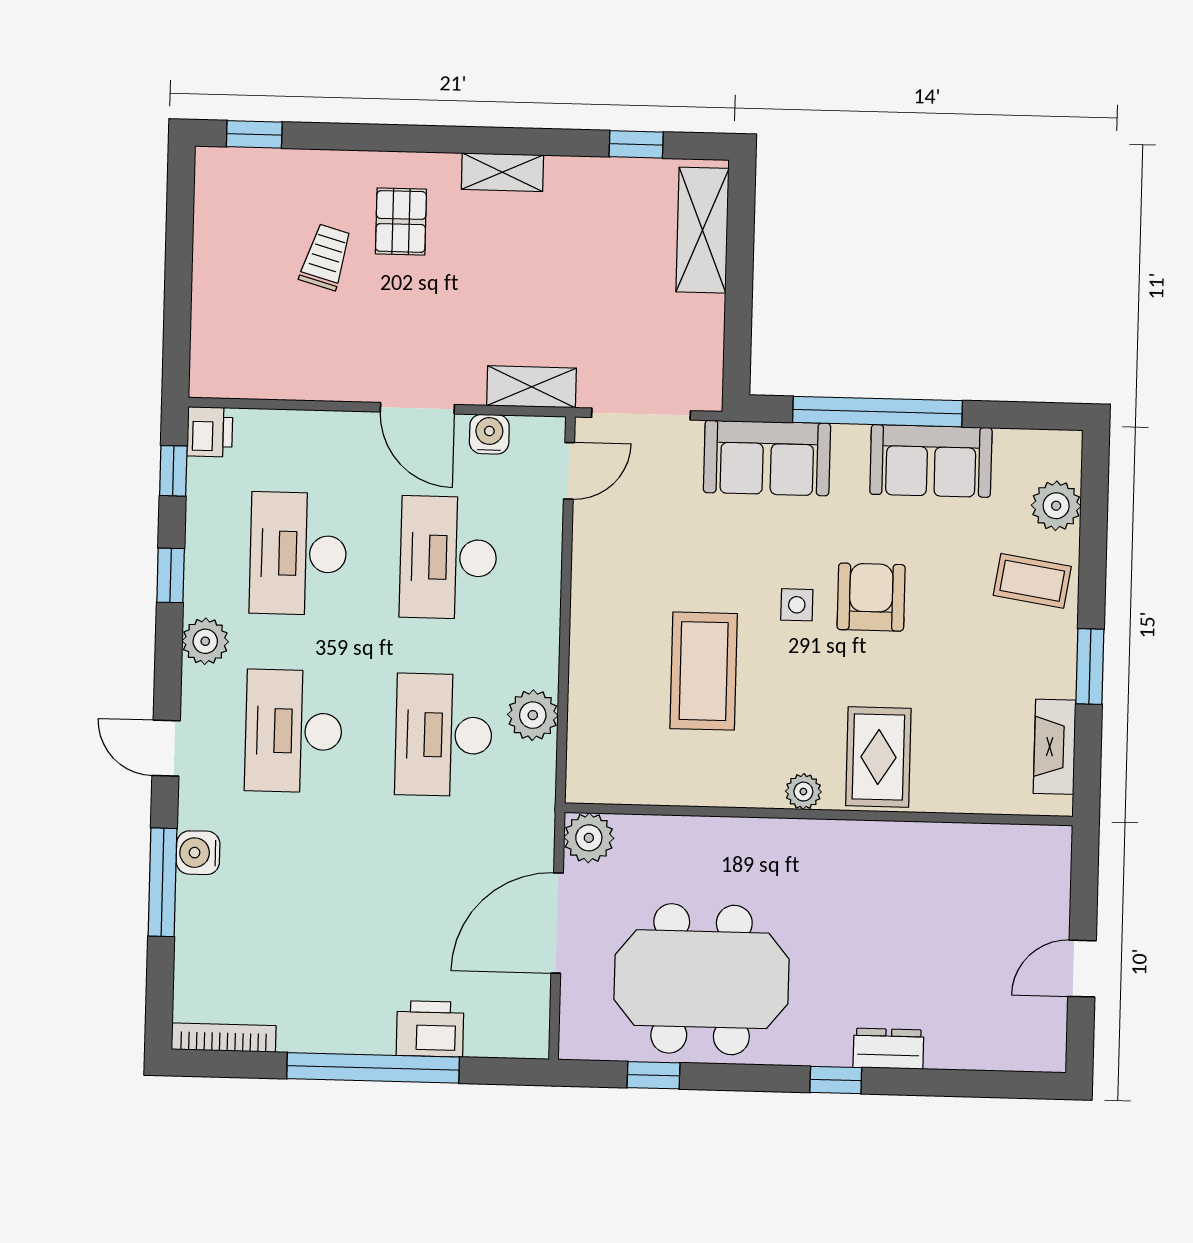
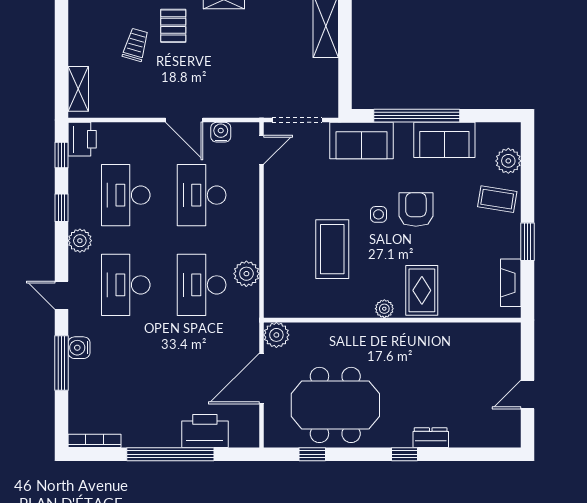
shelving: (531, 387) -> (78, 89), moved, turned 90
printer: (210, 432) -> (82, 139), width x1.36, depth x1.24
printer: (430, 1029) -> (205, 431), width x1.37, depth x1.19

